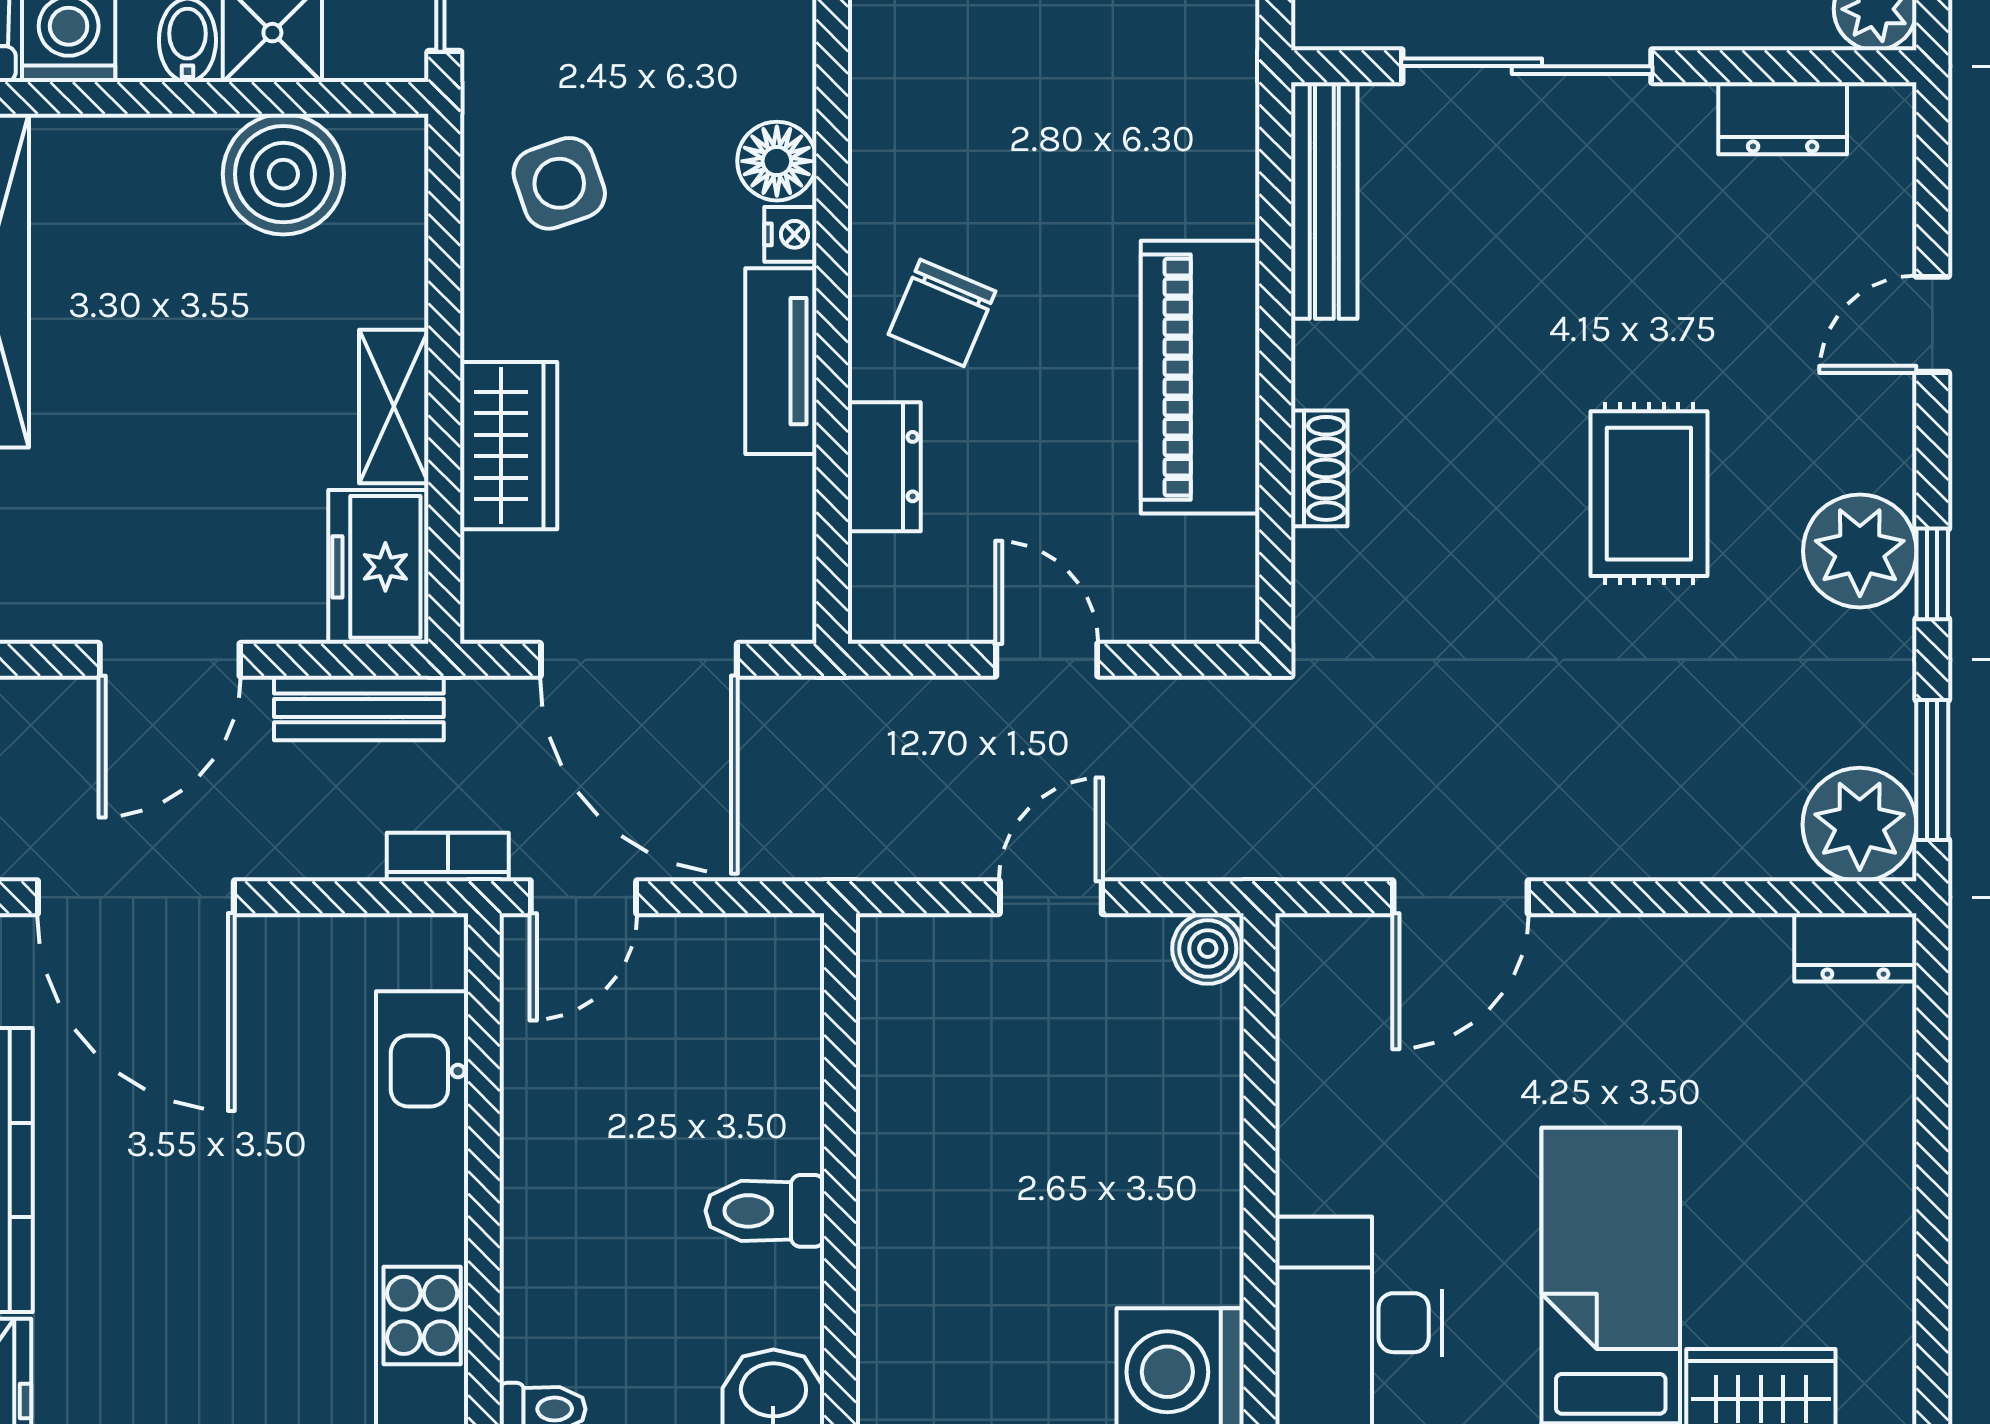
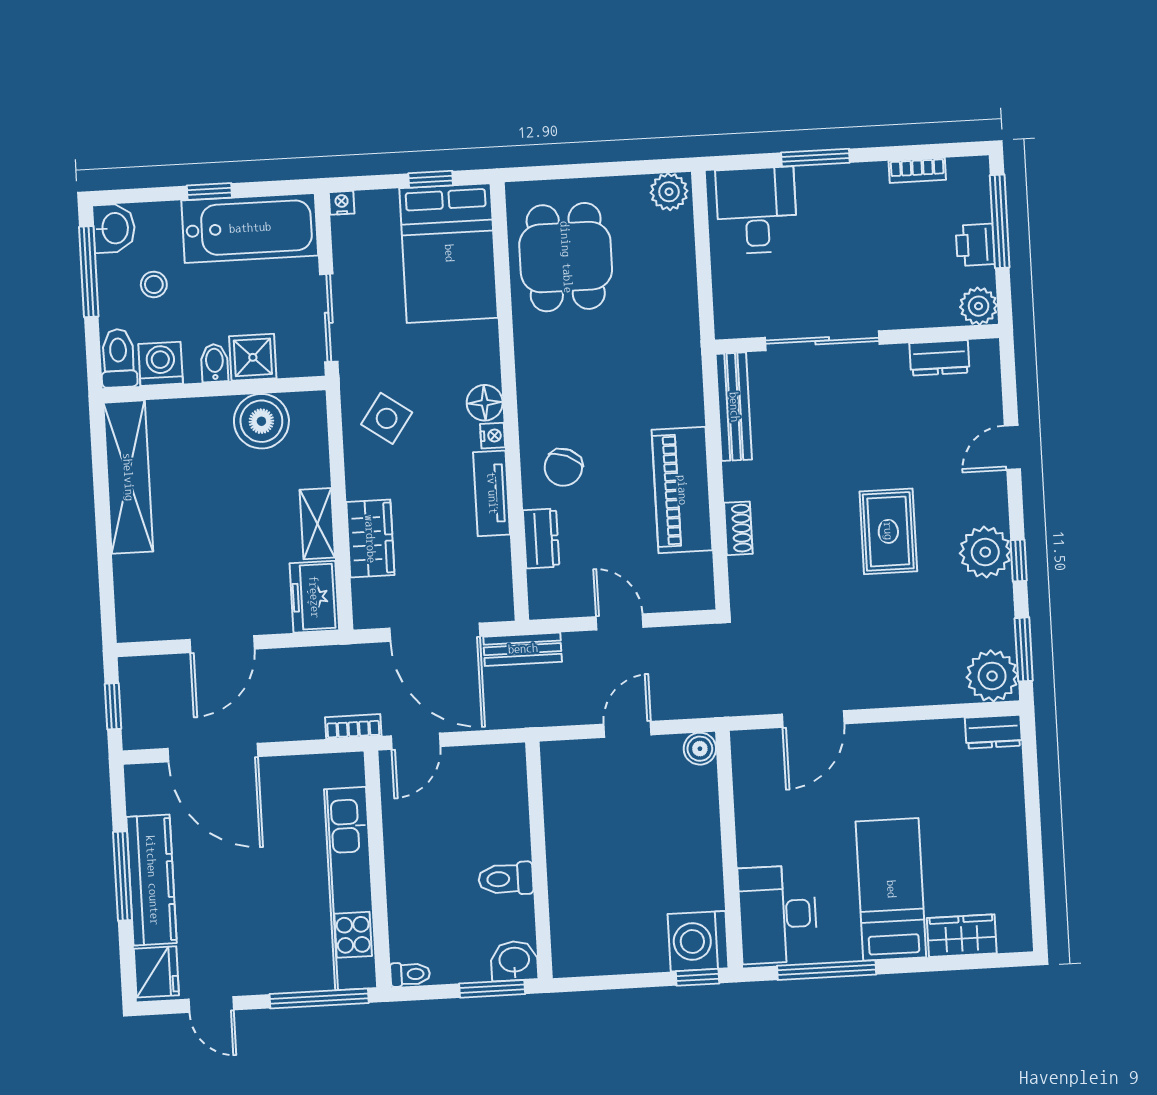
side table: (559, 183) -> (387, 418), turned -36
bench: (359, 708) -> (523, 649), moved

